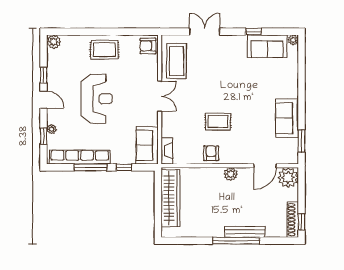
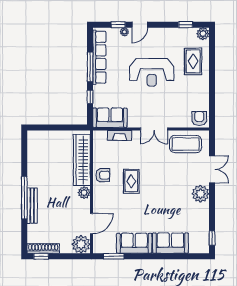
window: (254, 32) -> (212, 238), moved
plant: (293, 40) -> (200, 194), moved, width x1.88, depth x1.88
sofa: (267, 46) -> (170, 243), moved, turned 90
rug: (104, 50) -> (193, 61), moved
window: (44, 75) -> (186, 25), moved
door: (44, 100) -> (140, 25), moved
fireplace: (167, 151) -> (120, 135), moved
door: (265, 166) -> (92, 224), swing flipped
wardrobe: (170, 198) -> (82, 160), moved, turned 90

